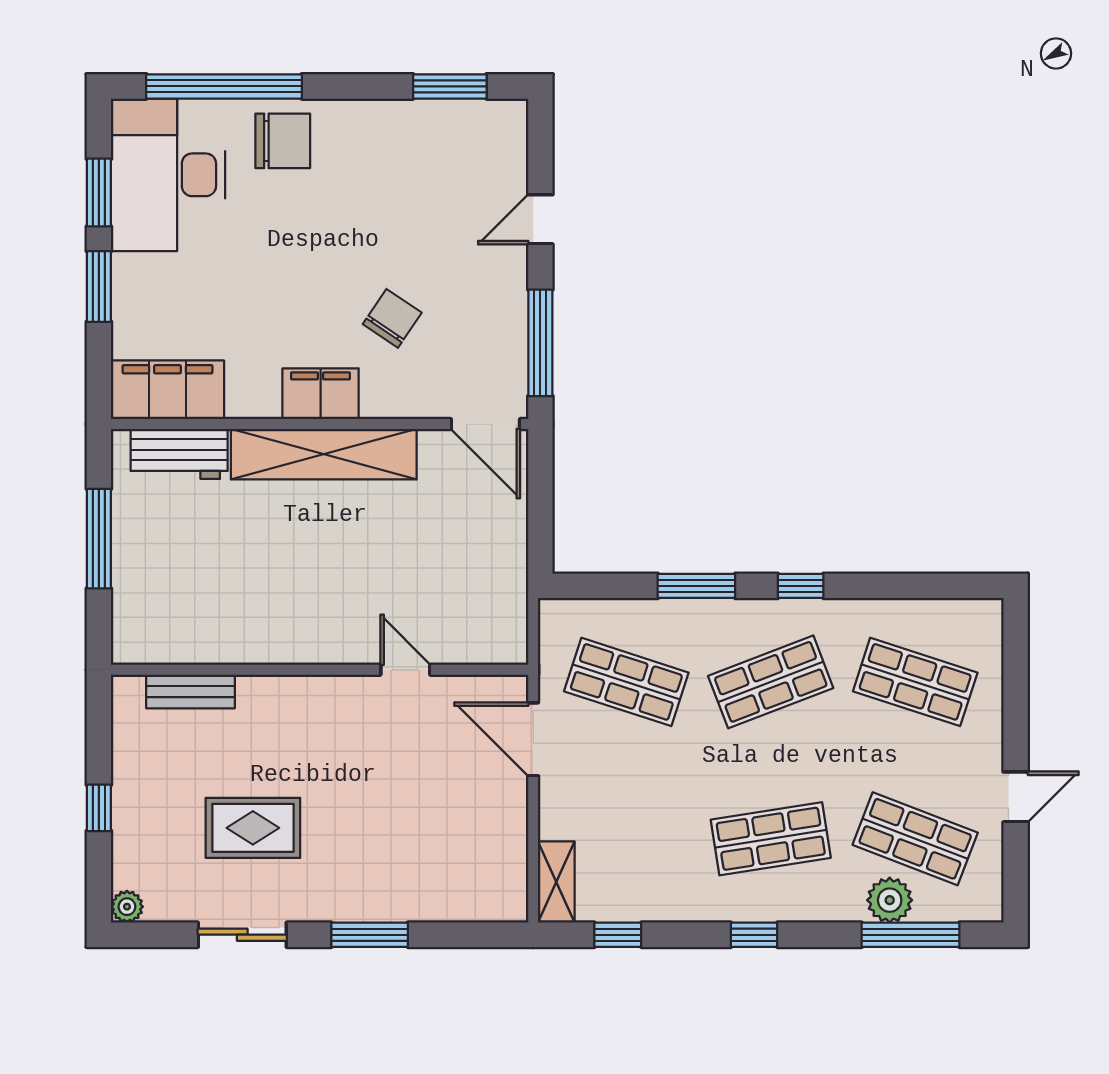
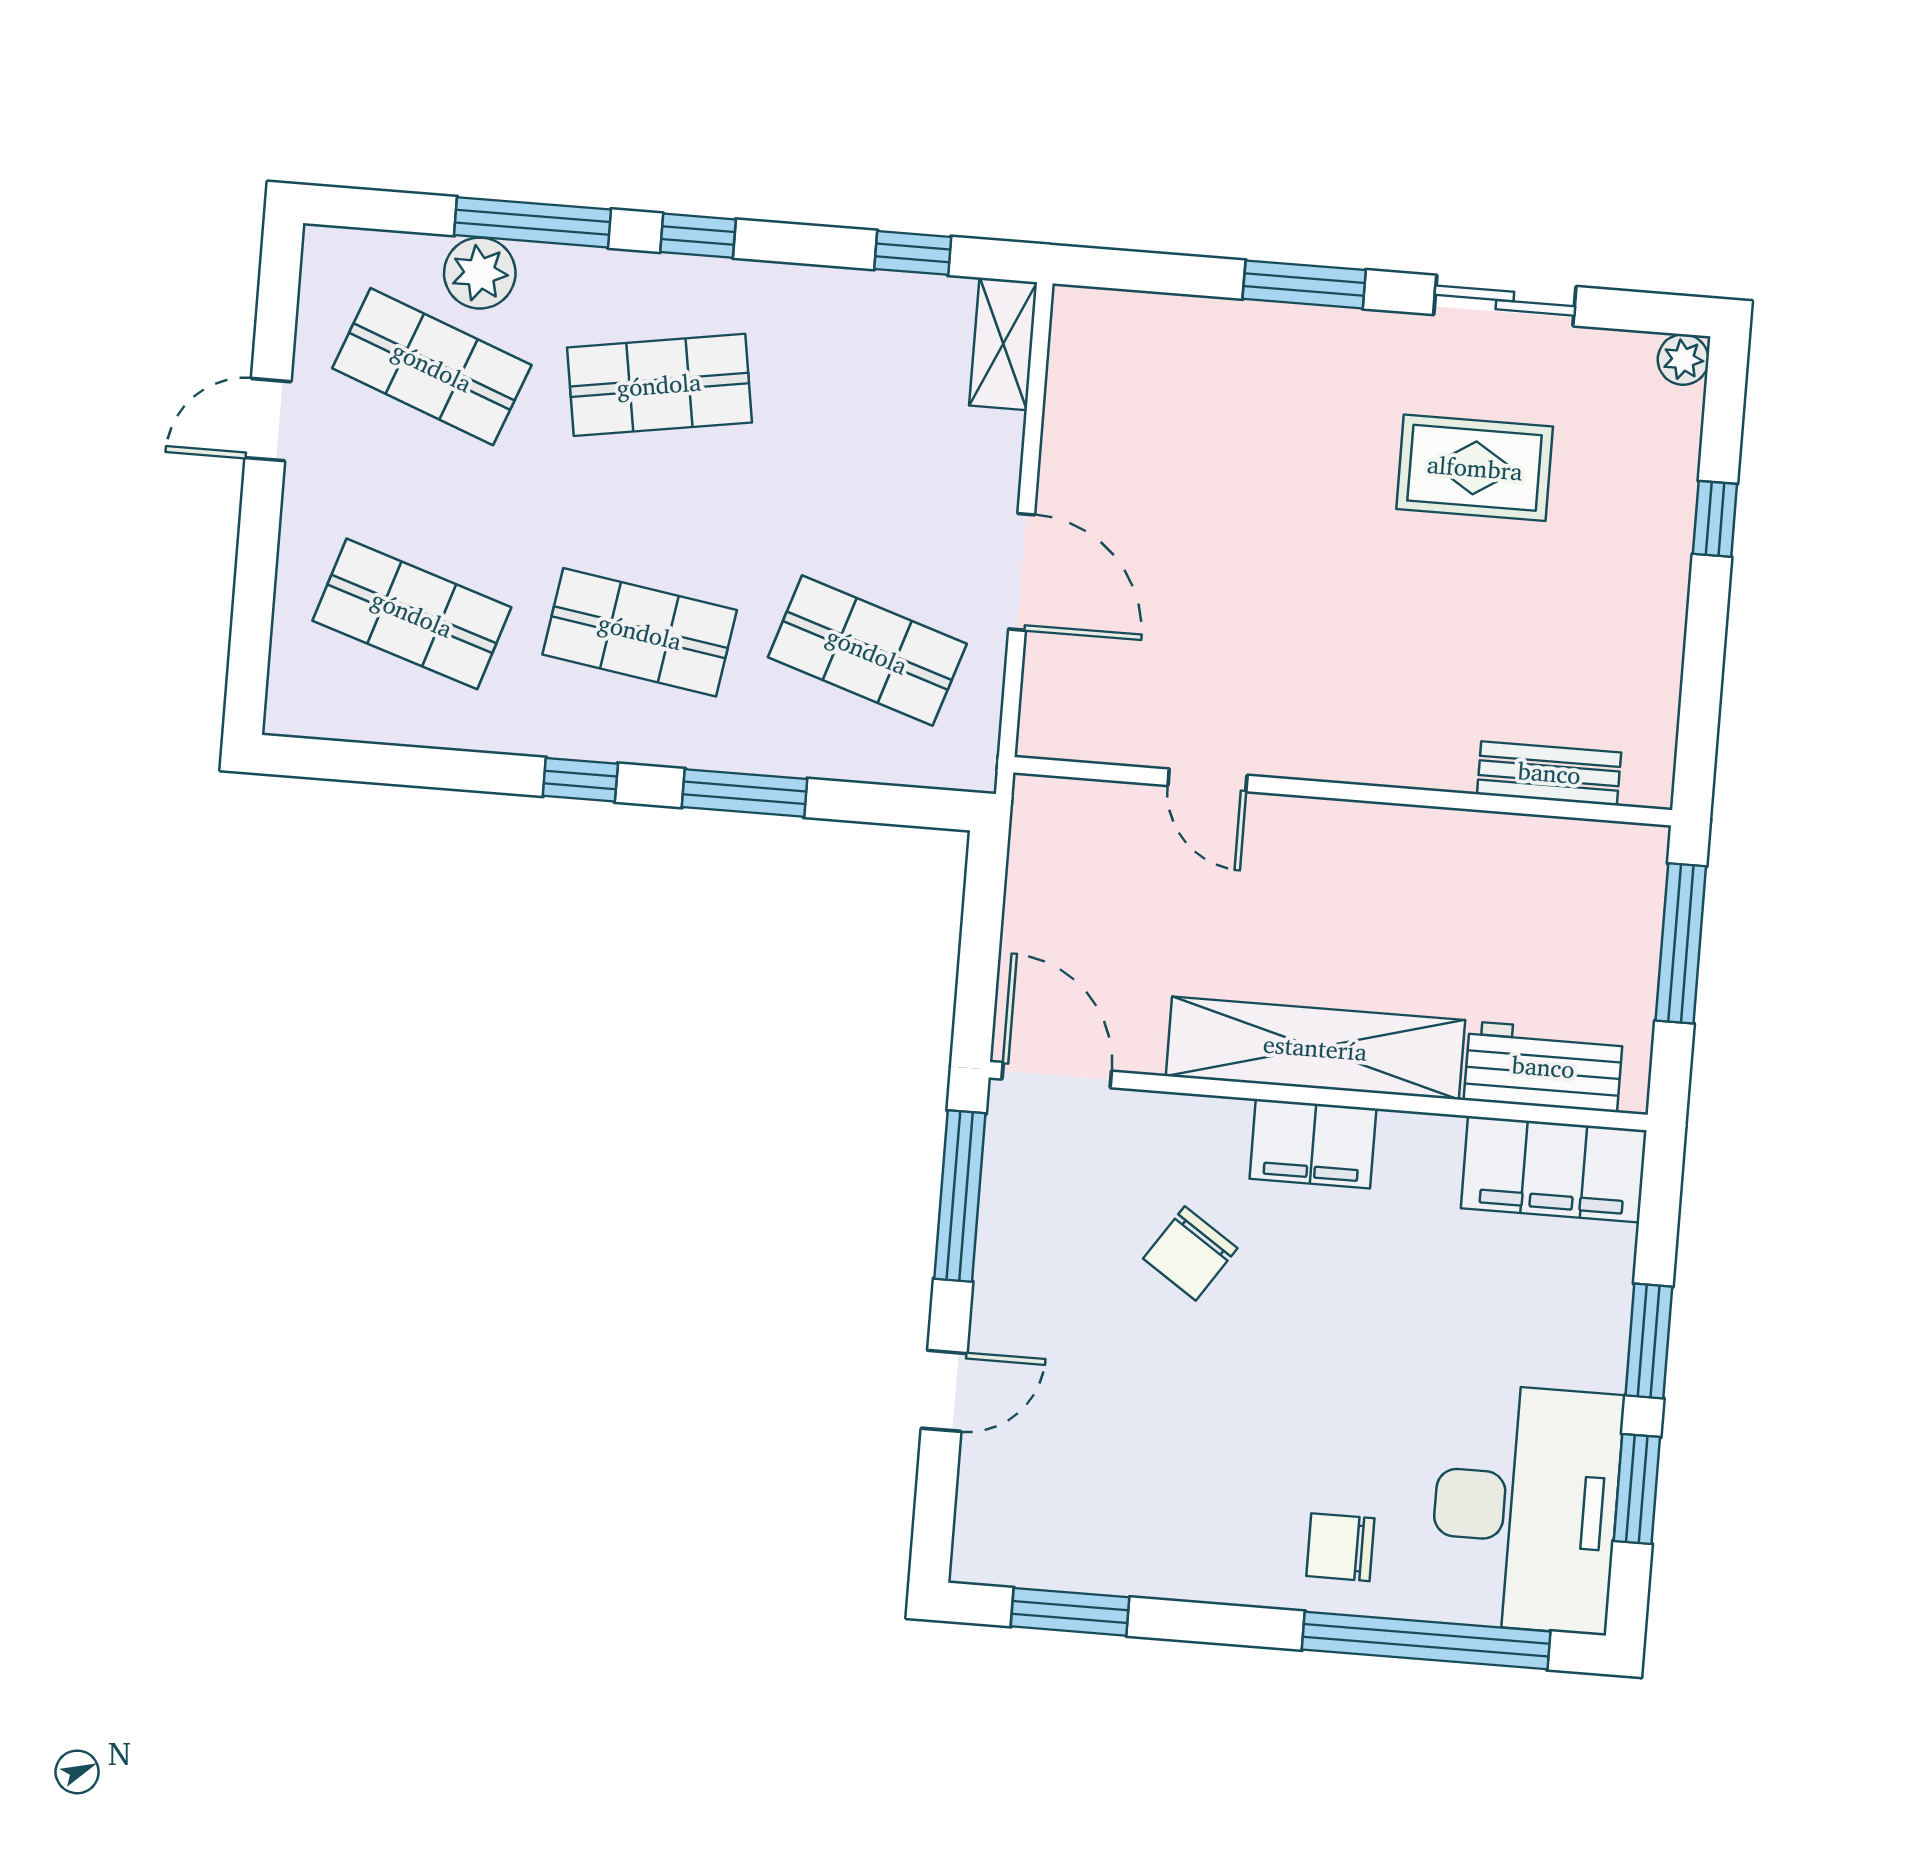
chair: (283, 141) -> (1340, 1547), width x0.73, depth x0.73
wall: (320, 670) -> (1343, 791), moved
door: (405, 670) -> (1207, 780), moved
shop shelf: (771, 682) -> (640, 632), turned 30
bench: (190, 691) -> (1549, 773), moved
window: (911, 935) -> (533, 222), moved

